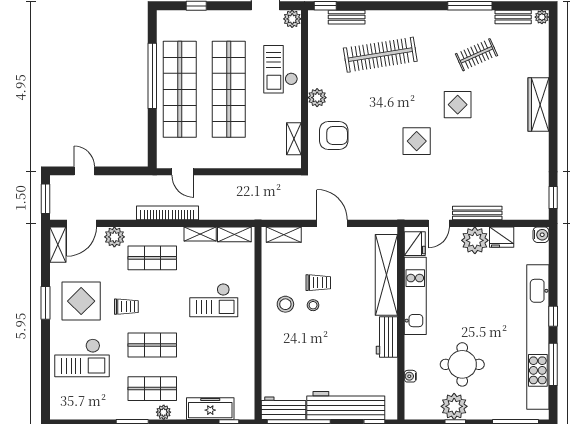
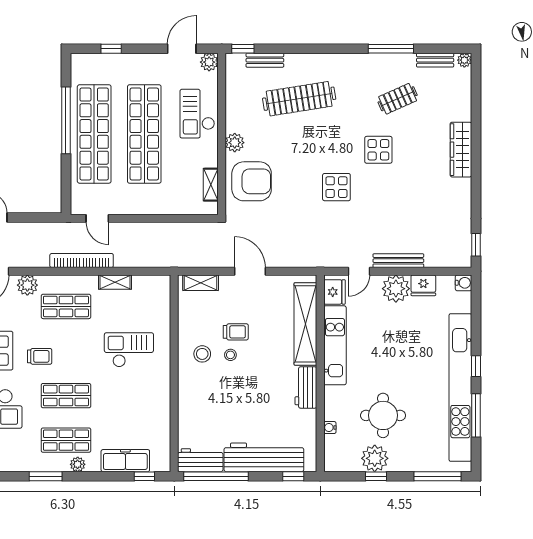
armchair: (334, 135) -> (252, 181), width x1.36, depth x1.36
shelving: (234, 234) -> (150, 283), removed
checkout: (214, 300) -> (129, 350), turned 180

